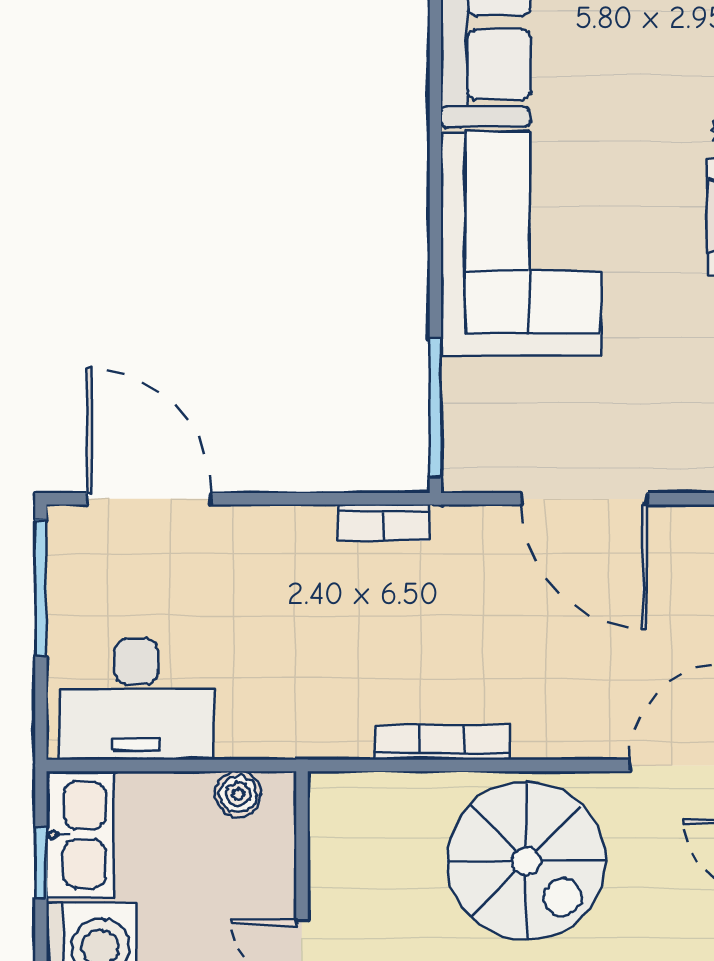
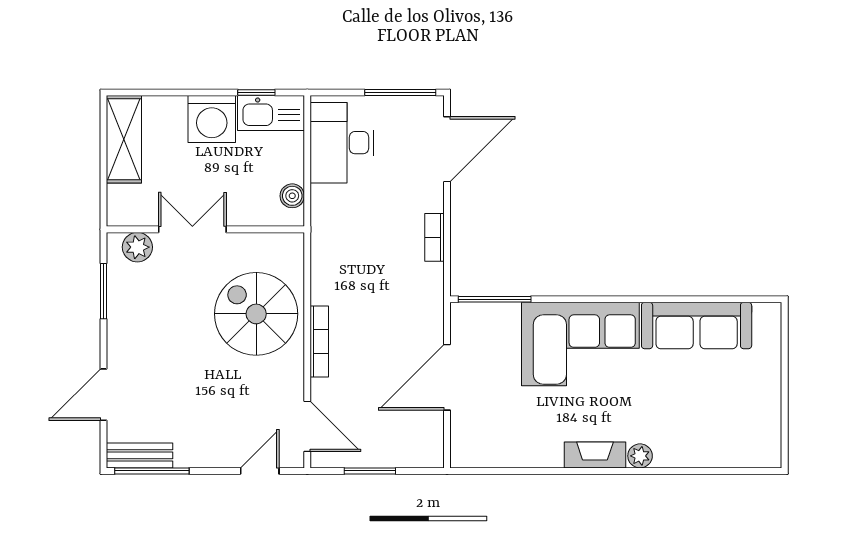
bookcase: (383, 523) -> (434, 237), moved
bookcase: (442, 743) -> (319, 341), moved
spiral stairs: (526, 861) -> (256, 314), moved, turned 90

